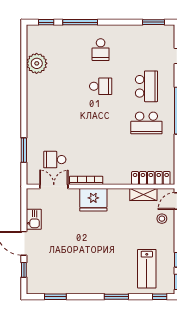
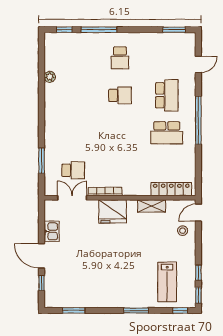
plant: (37, 63) -> (50, 77), width x0.53, depth x0.53
school desk: (55, 160) -> (73, 170), turned 180
shelving: (143, 195) -> (152, 206), moved

